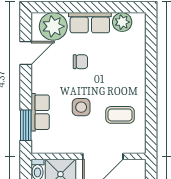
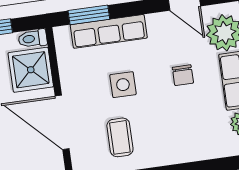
row of seats: (40, 112) -> (109, 31), width x1.48

